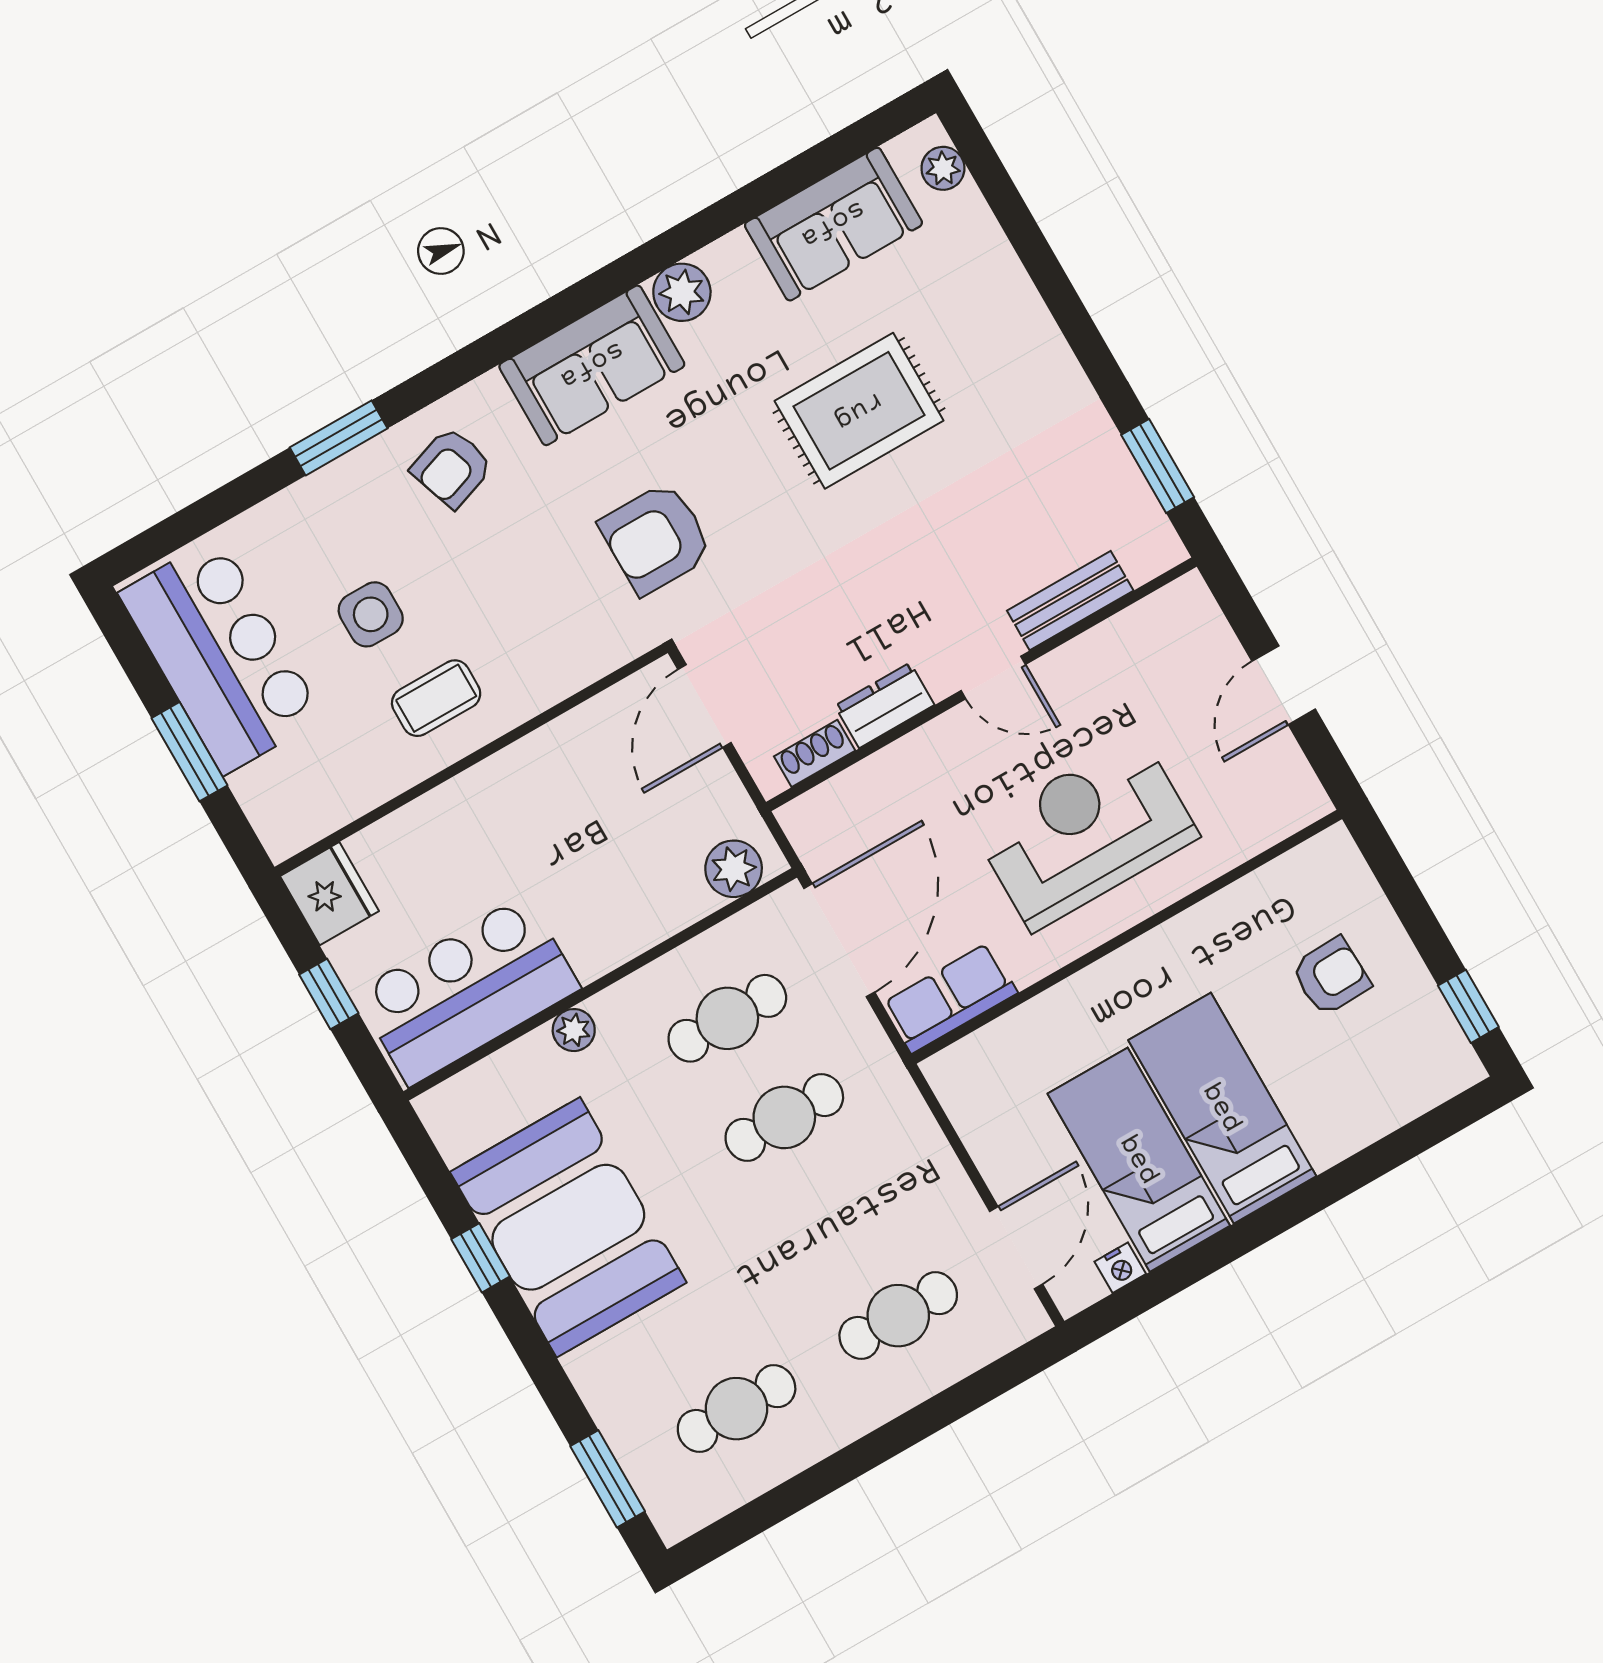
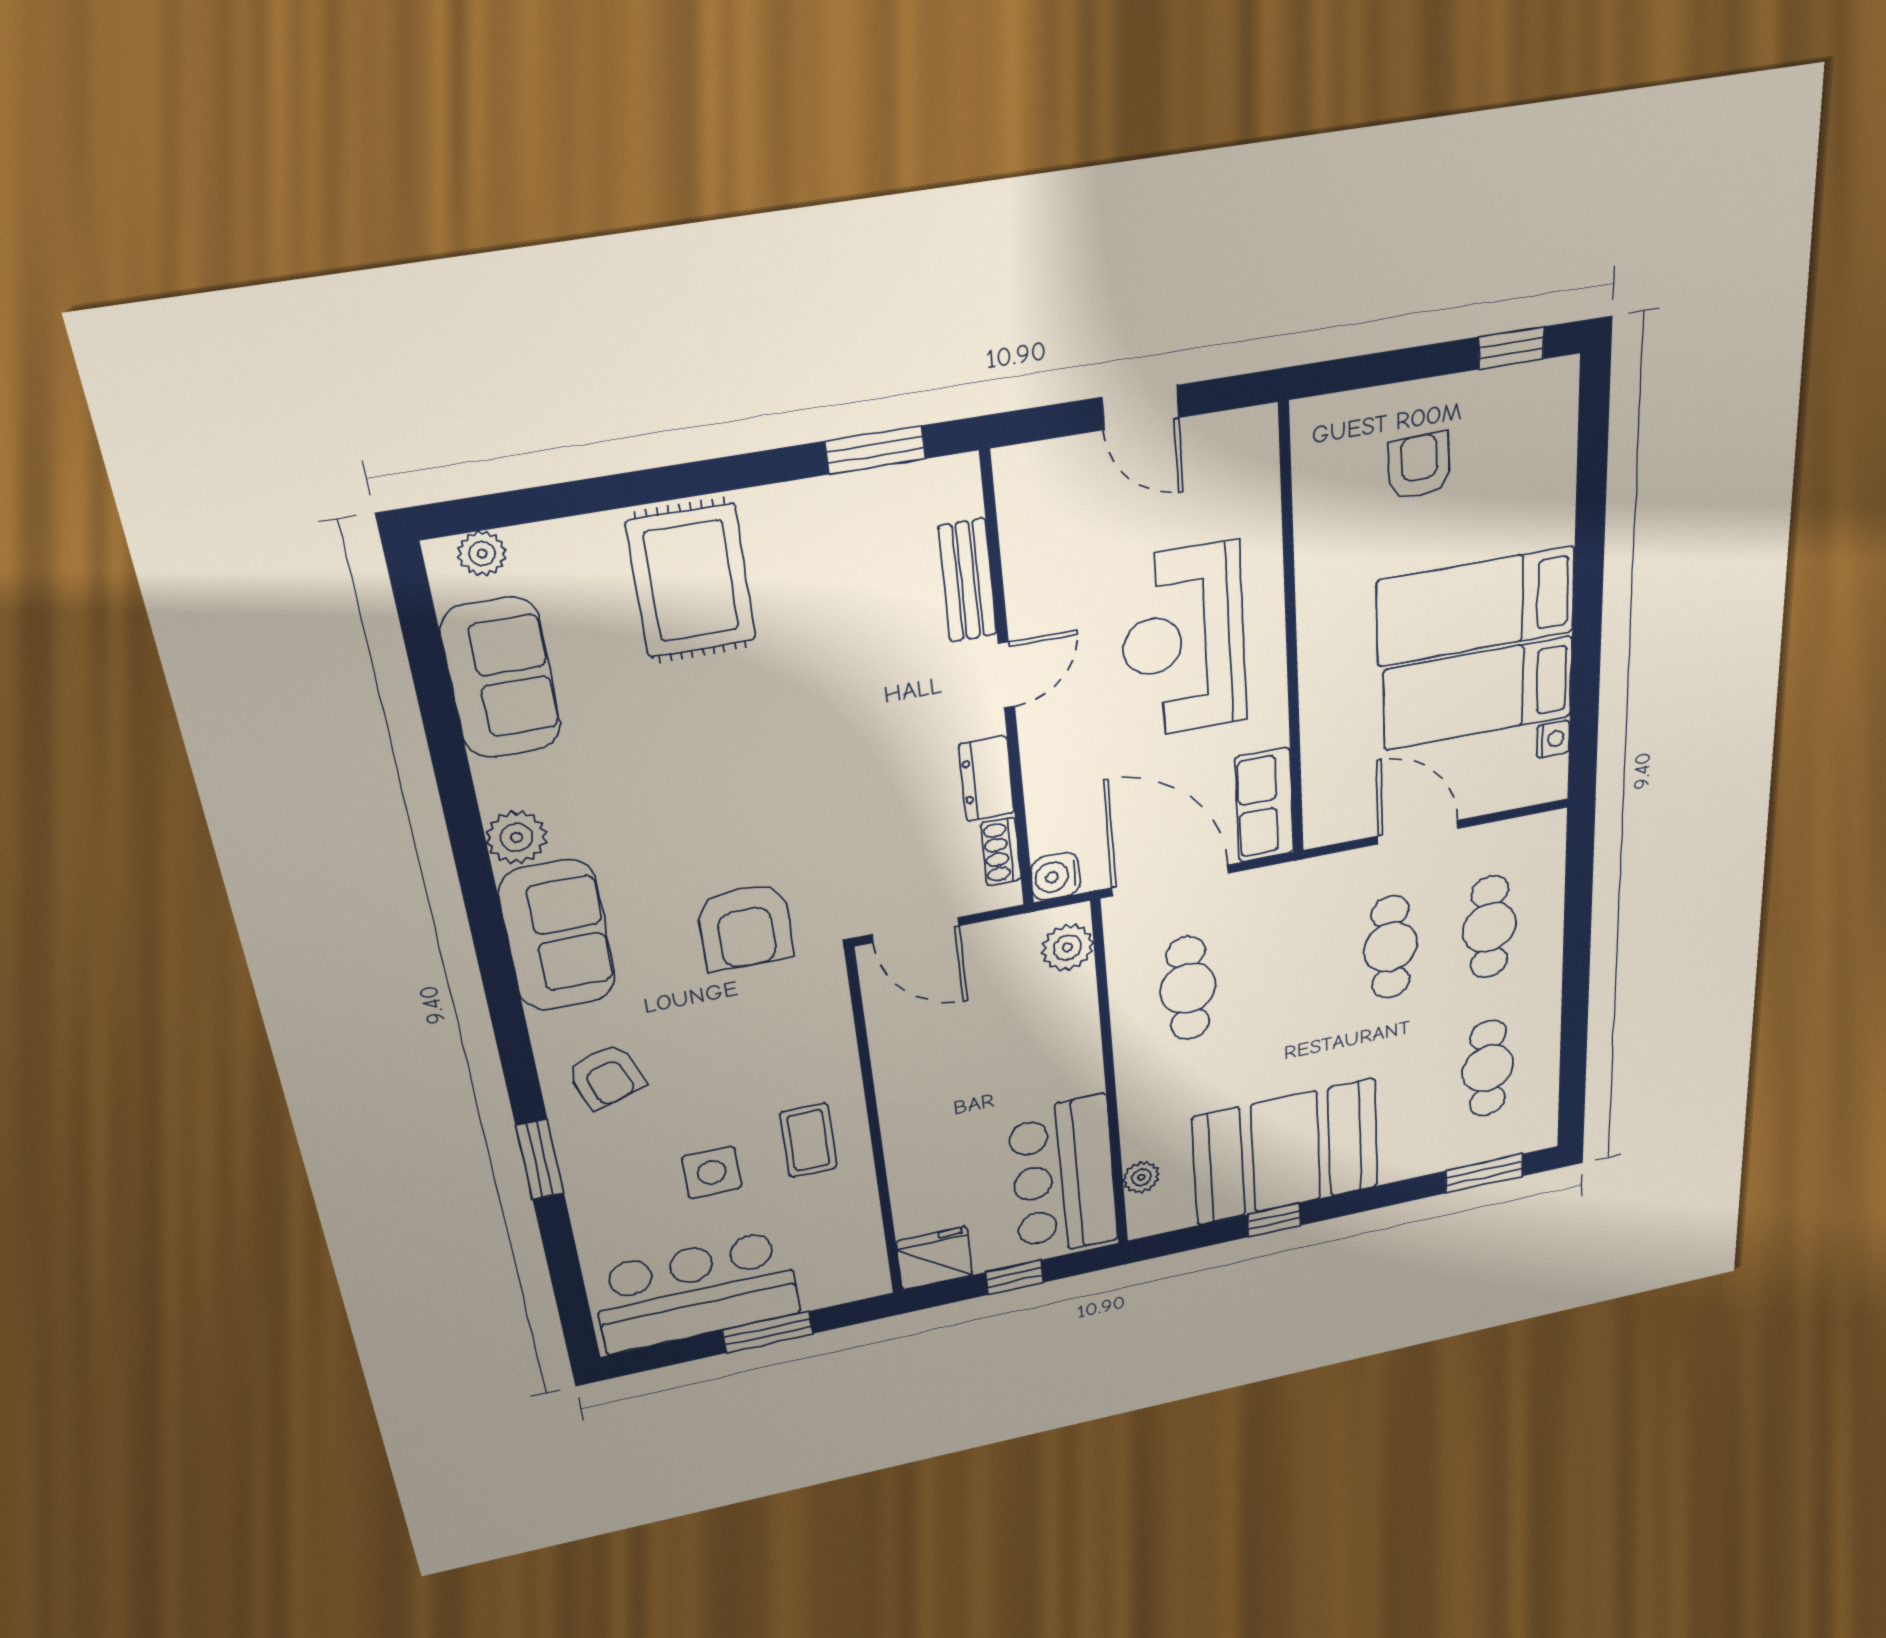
rug: (859, 411) -> (691, 581), moved
water cooler: (806, 821) -> (1056, 877), added
plant: (574, 1030) -> (1141, 1177), moved
cafe table: (784, 1117) -> (1390, 947), moved
door: (1016, 1248) -> (1418, 832), moved

